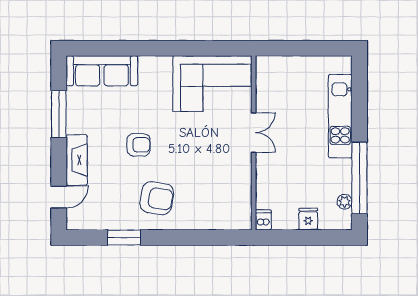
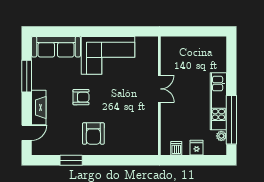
corner sofa: (212, 84) -> (108, 55), moved
kitchen unit: (340, 116) -> (218, 101), moved
armchair: (157, 198) -> (93, 134), turned 81
dishwasher: (263, 220) -> (176, 148), moved

